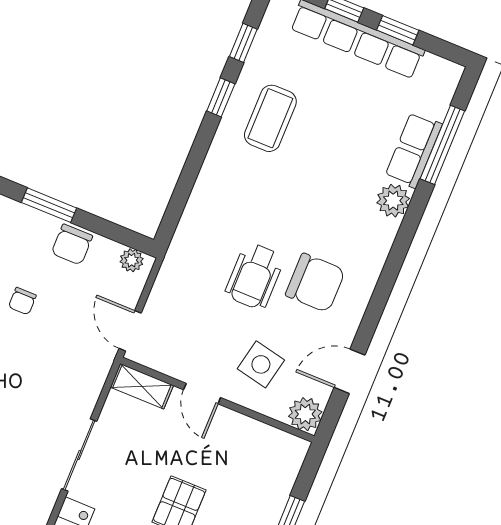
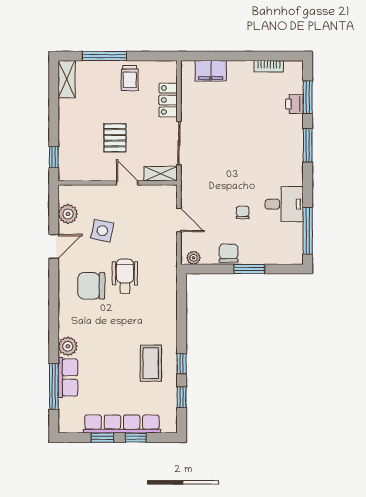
shelving: (142, 386) -> (161, 174), moved
door: (202, 394) -> (127, 183), moved
wall: (217, 400) -> (118, 183), moved

